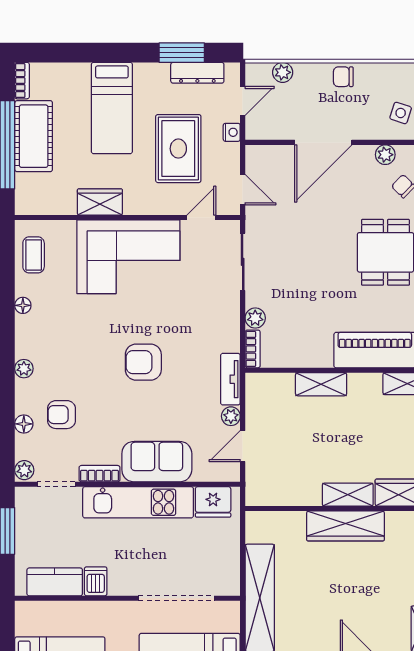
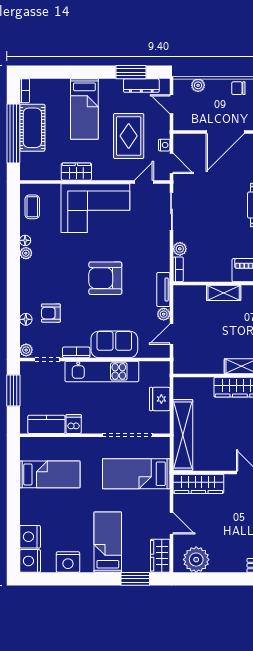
door: (243, 101) -> (171, 104), swing flipped
nightstand: (232, 132) -> (164, 145), moved
armchair: (143, 362) -> (105, 278), width x1.36, depth x1.36
plant: (24, 369) -> (26, 253), moved
fridge: (213, 502) -> (160, 399), moved, turned 90

